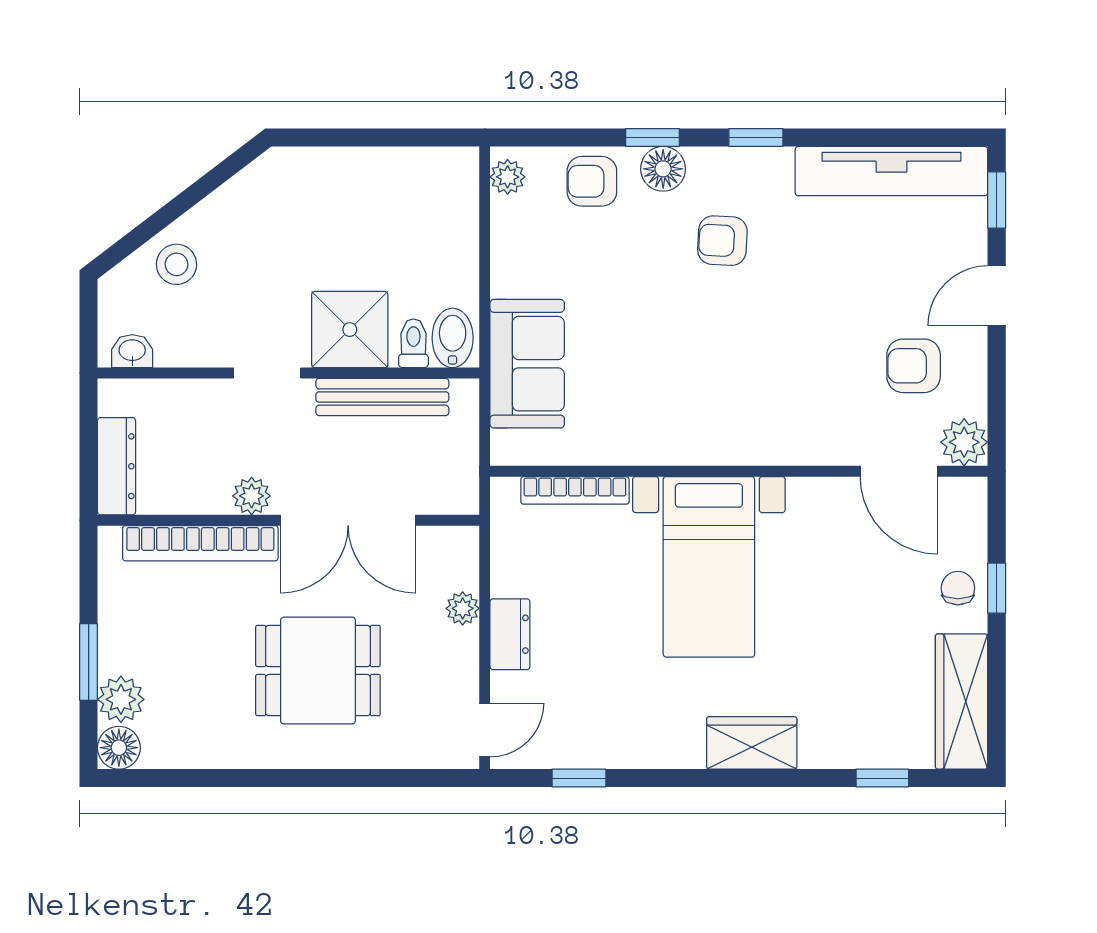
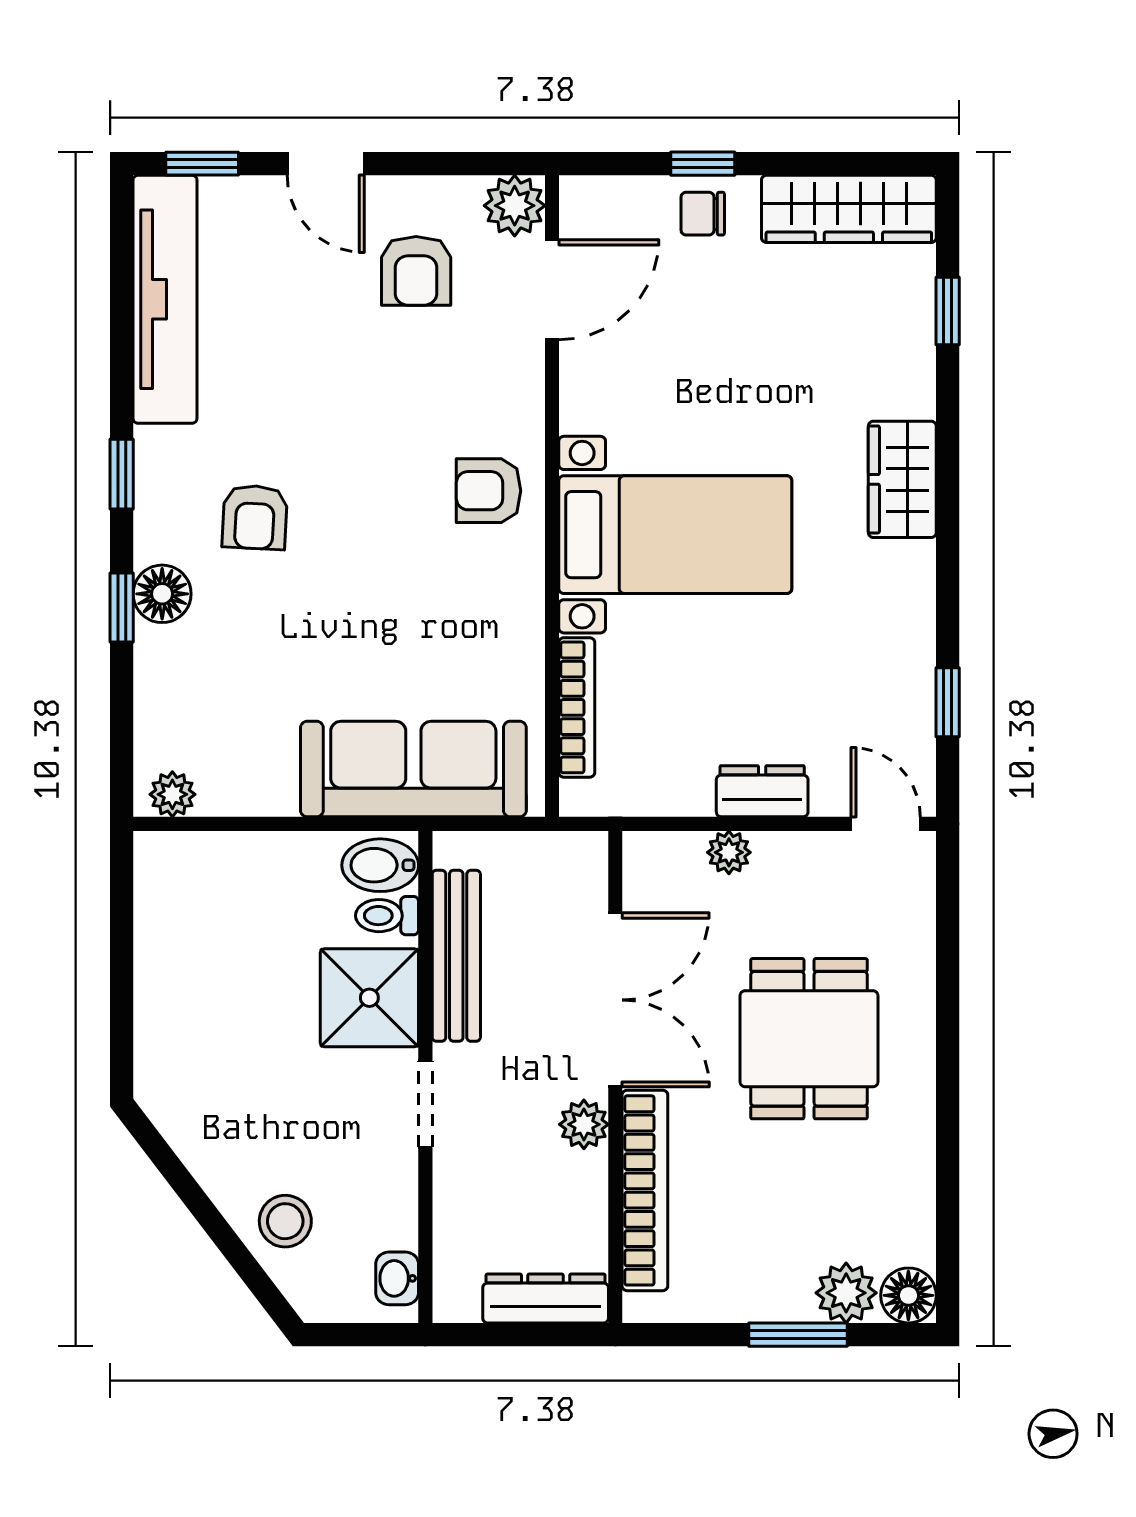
armchair: (592, 181) -> (488, 491), moved, turned 90
sofa: (527, 364) -> (413, 769), width x1.36

